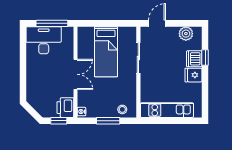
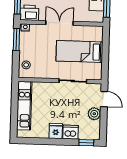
plant: (186, 34) -> (94, 114), moved
window: (205, 58) -> (86, 143), moved
double door: (76, 74) -> (59, 23), swing flipped
window: (108, 121) -> (16, 39), moved

